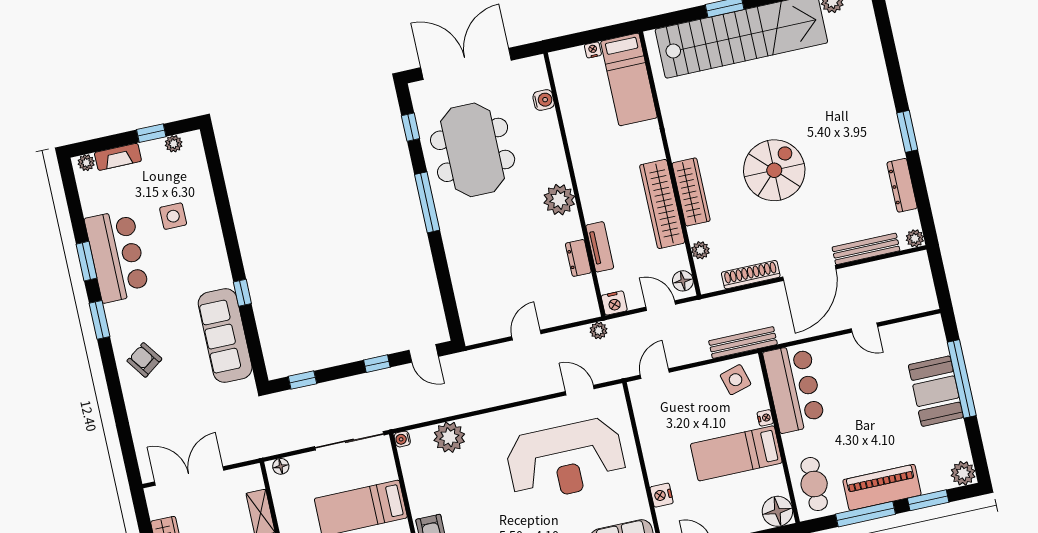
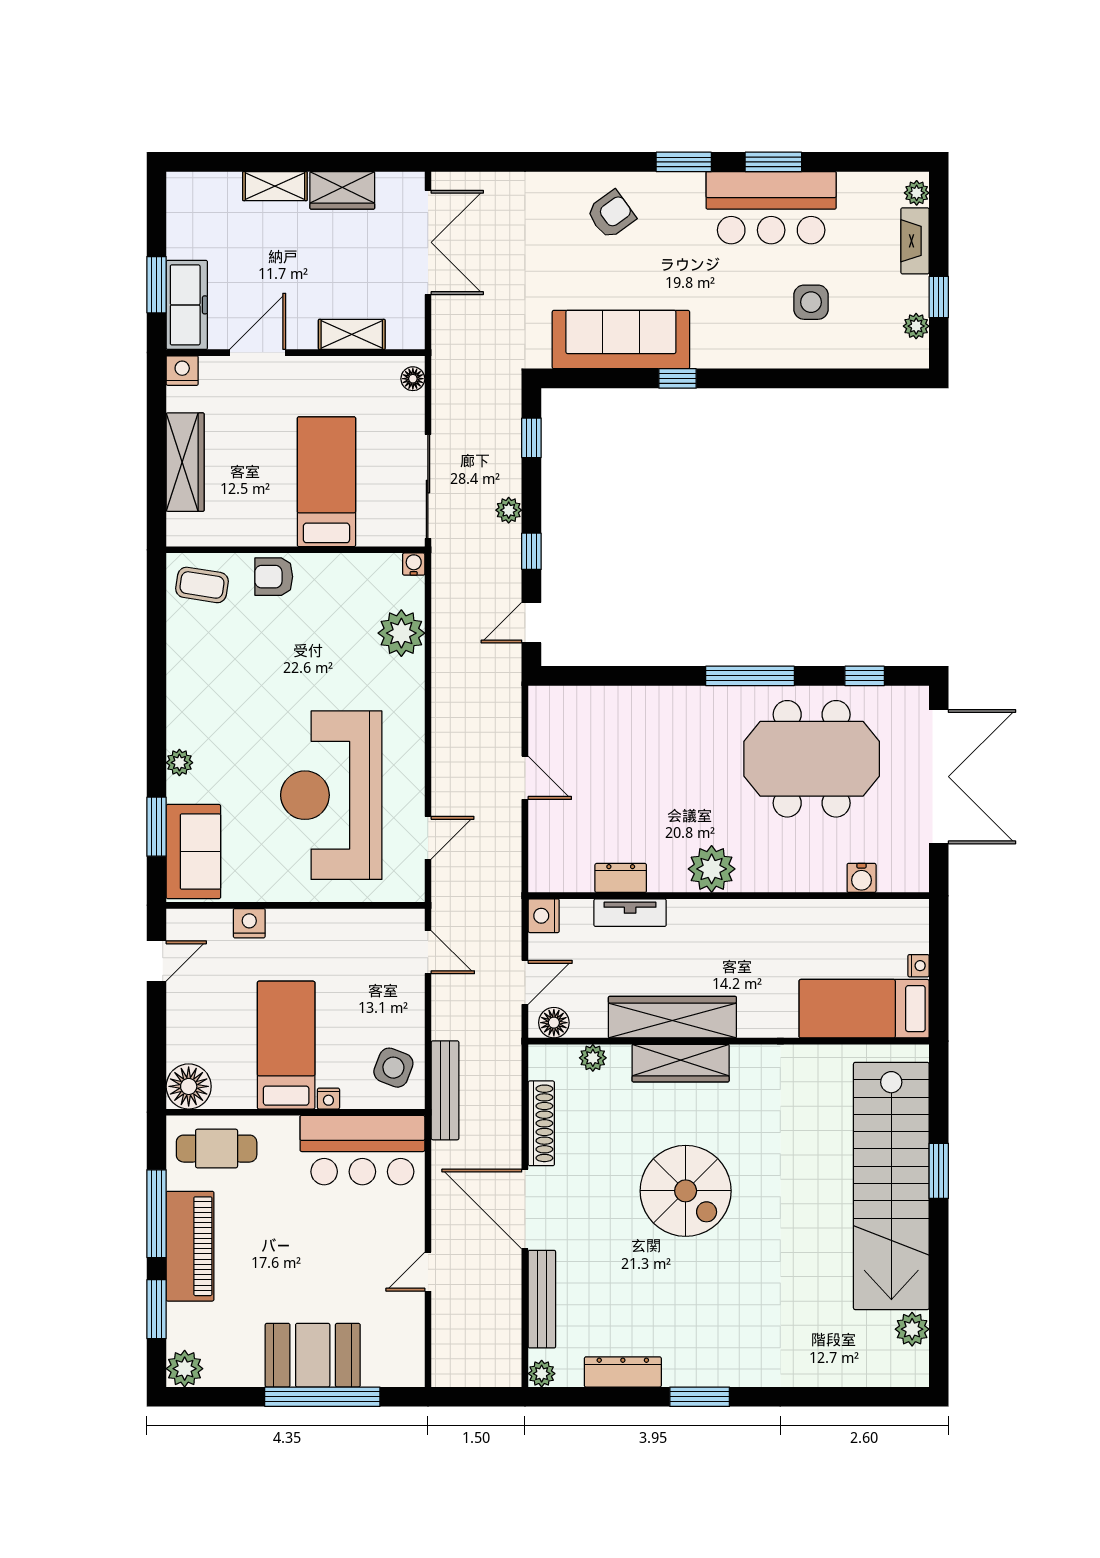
plant: (599, 331) -> (509, 510), moved
side table: (736, 380) -> (393, 1068), turned 37

